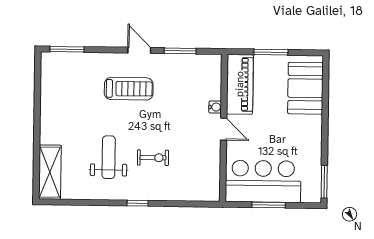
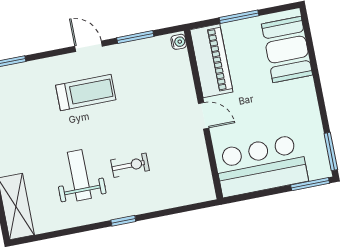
water cooler: (215, 107) -> (179, 42), moved
window: (269, 205) -> (310, 184), moved

